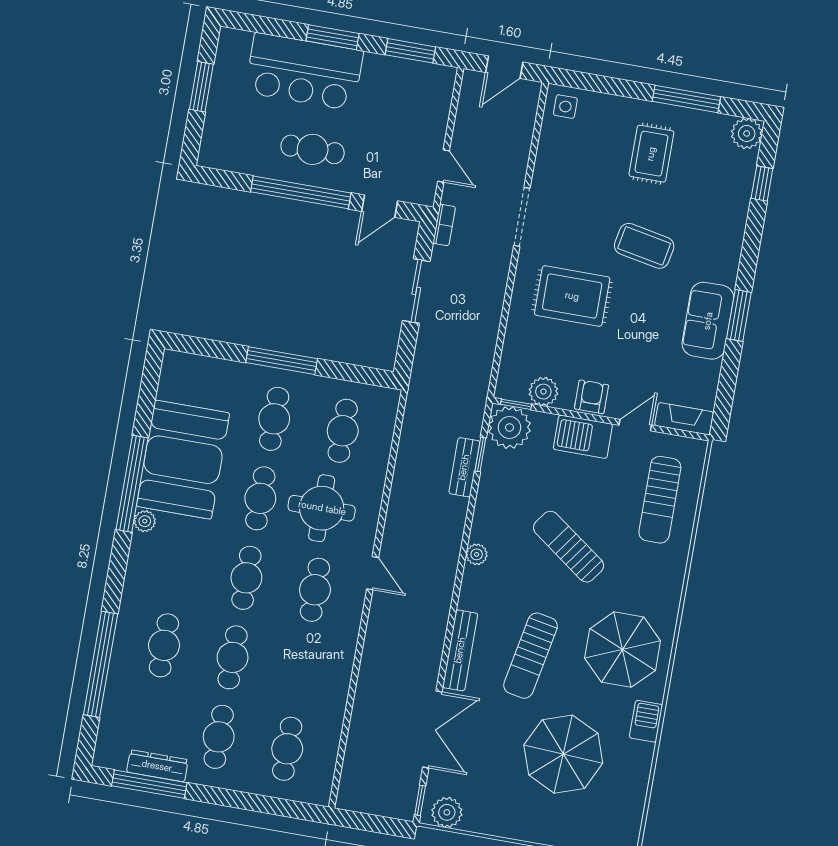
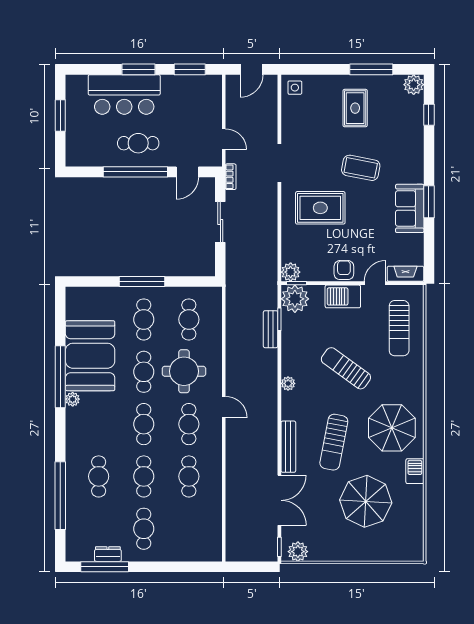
plant: (543, 392) -> (291, 272), moved
cafe table: (287, 749) -> (189, 476), moved
dresser: (157, 766) -> (108, 554), width x0.70

